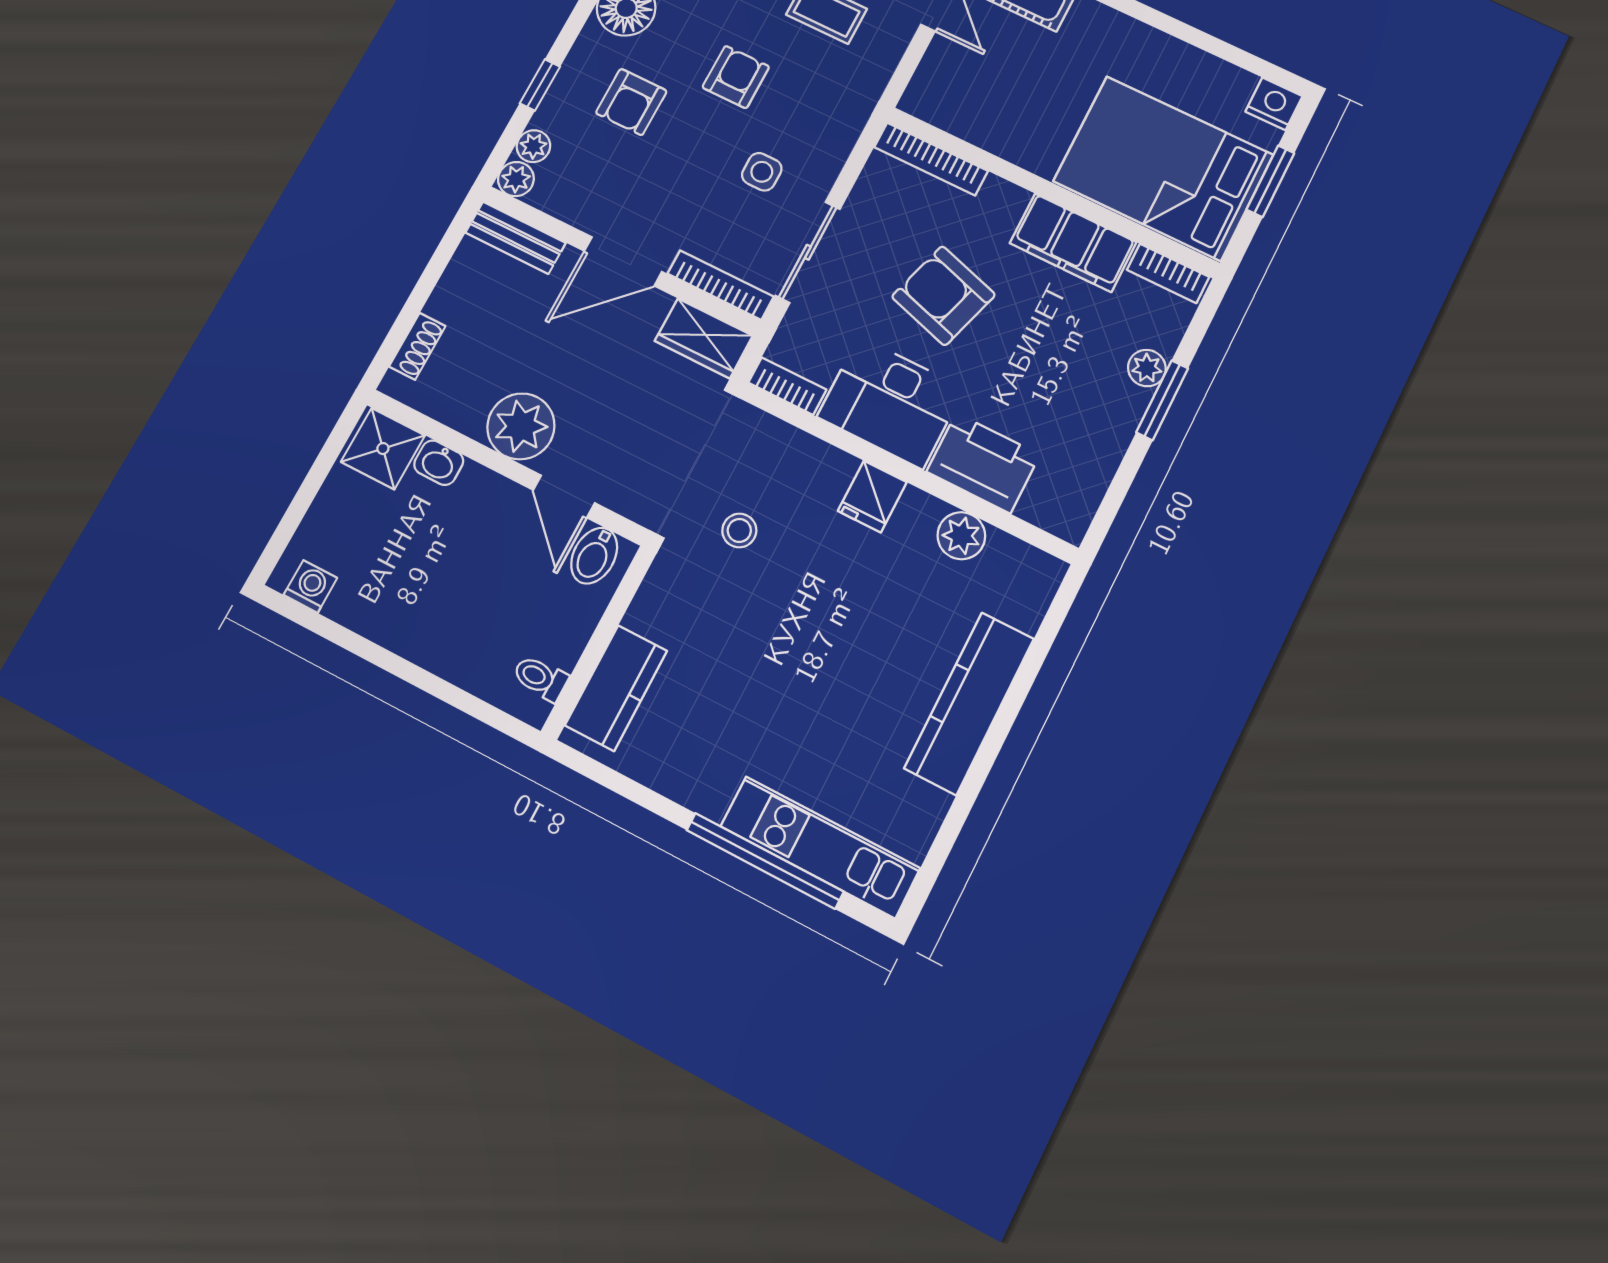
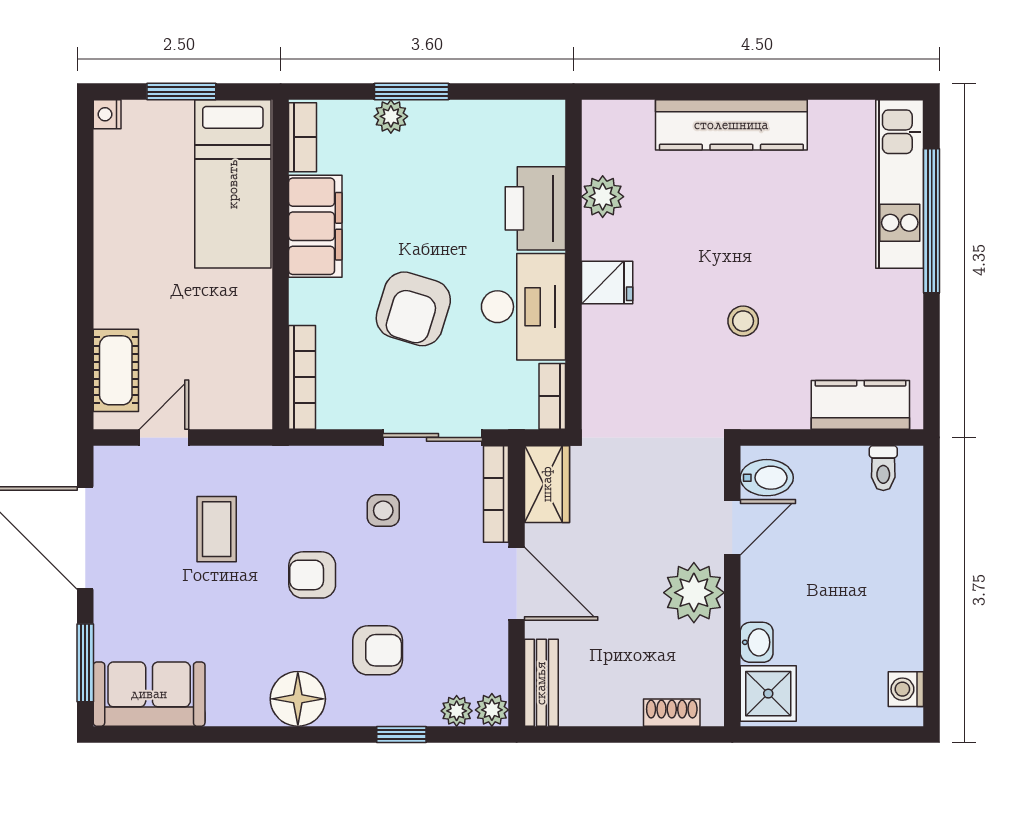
nightstand: (1274, 104) -> (107, 114), width x0.72, depth x0.74
bed: (1163, 168) -> (233, 184), width x0.67
stool: (739, 530) -> (743, 321), moved

